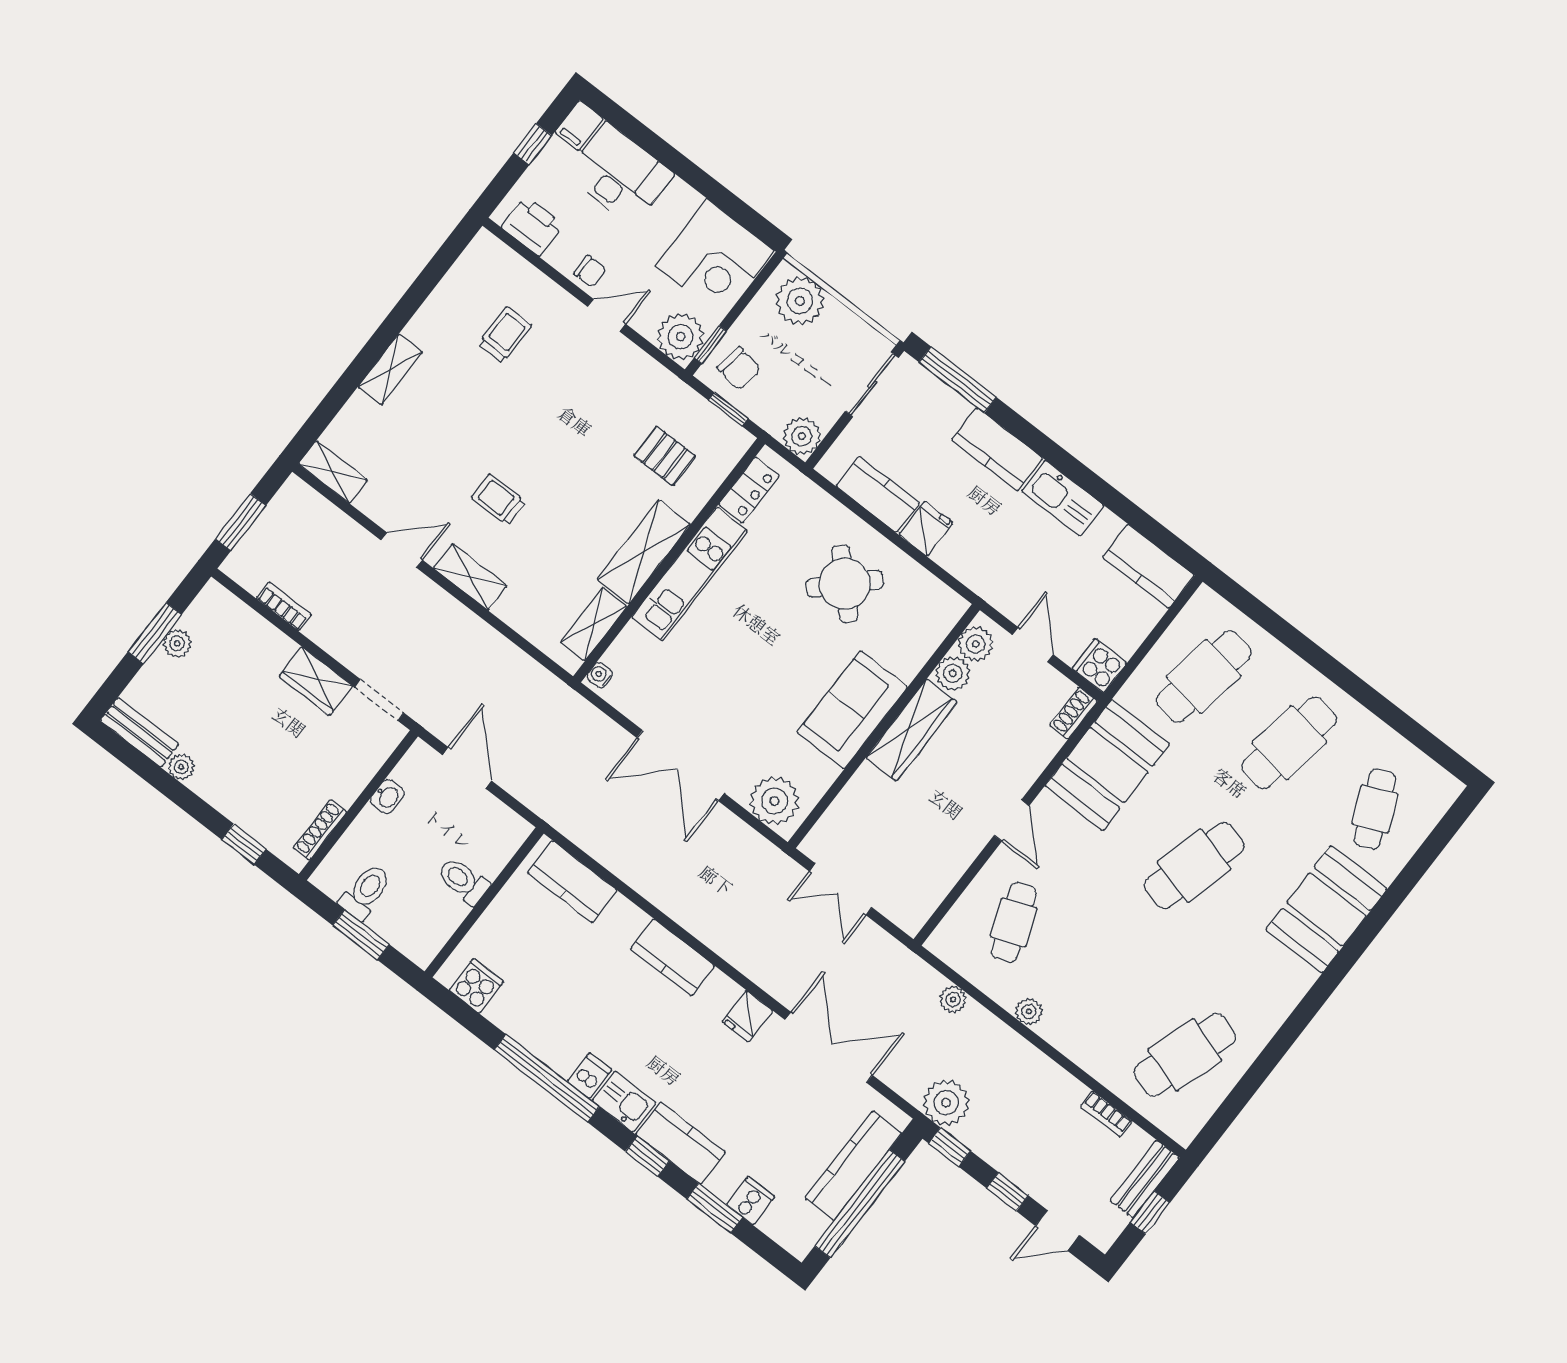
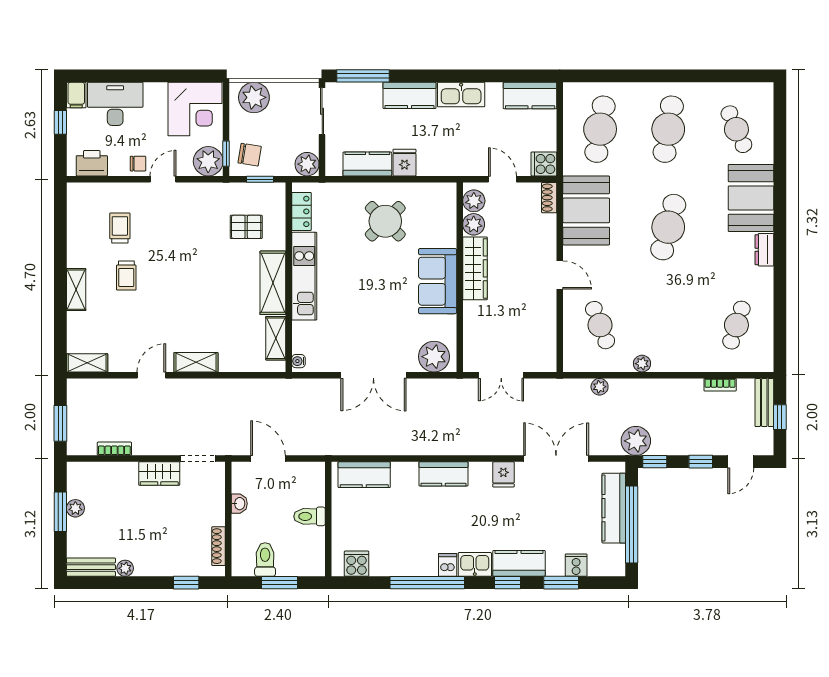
trolley: (499, 500) -> (126, 275), moved, turned -90
dresser: (1293, 987) -> (764, 250), added
cafe table: (1185, 1055) -> (736, 325), width x0.73, depth x0.74

